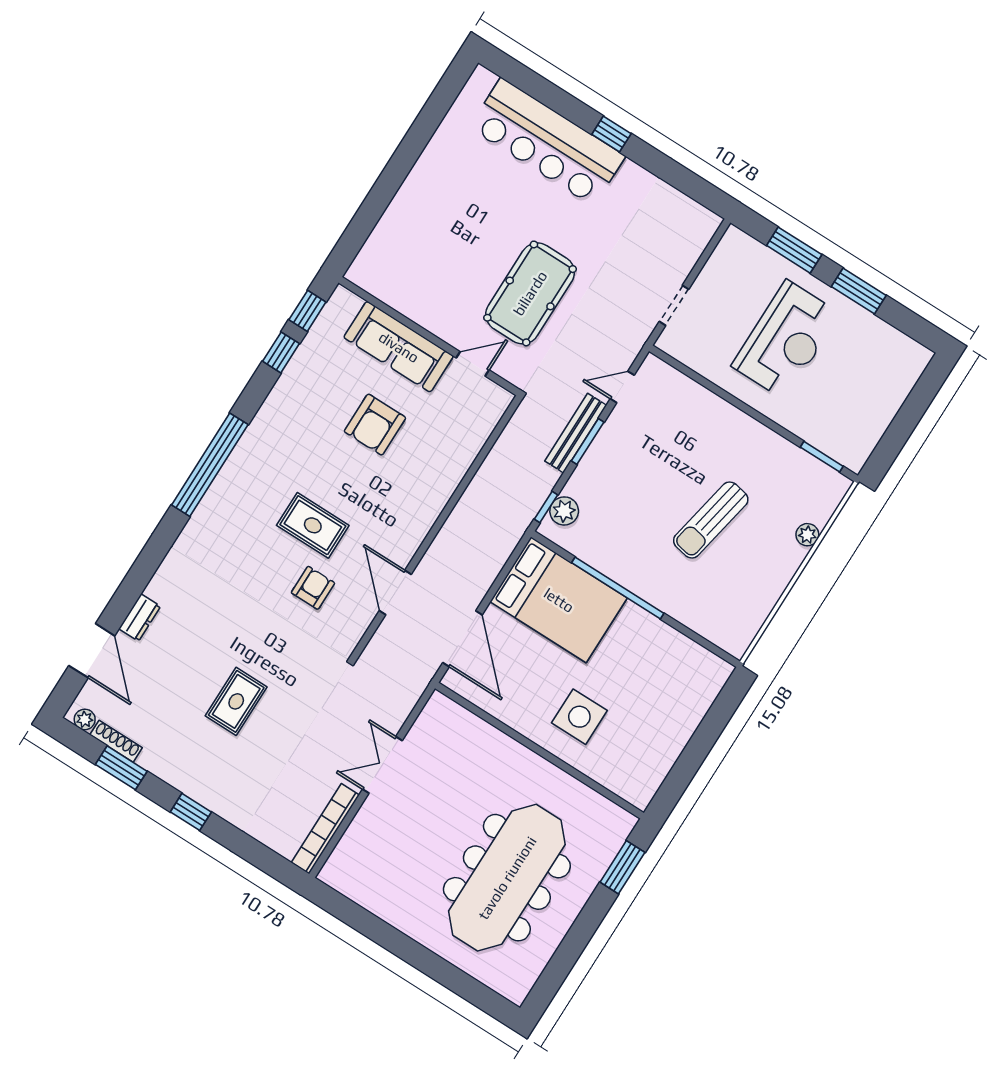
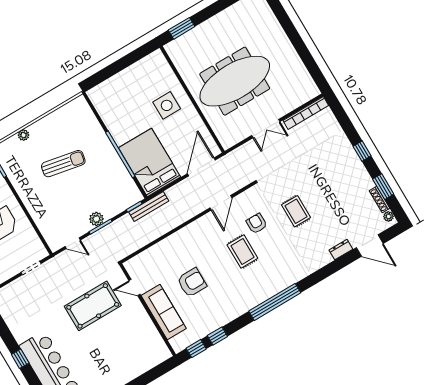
bench: (576, 433) -> (149, 207), moved
plant: (564, 511) -> (96, 219), moved
armchair: (313, 588) -> (257, 224), turned 90
door: (92, 651) -> (370, 246), swing flipped
rug: (236, 701) -> (296, 211), moved, turned 90
meeting table: (507, 878) -> (235, 81), moved

